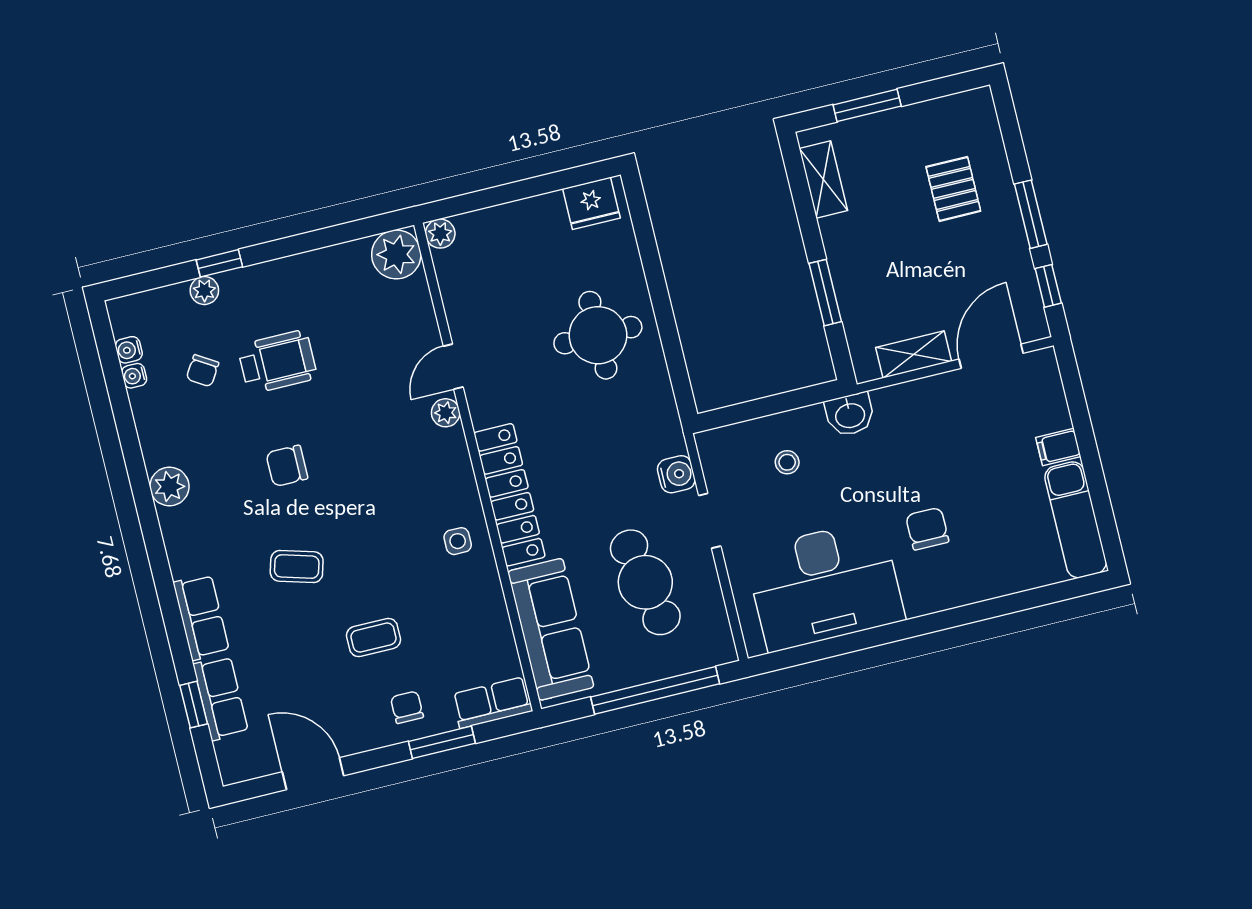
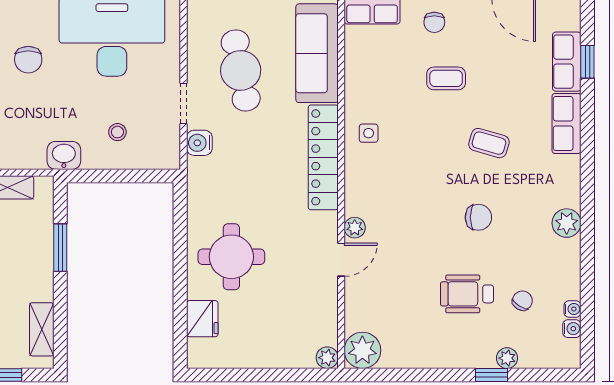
fridge: (591, 203) -> (202, 319), moved, turned 90

